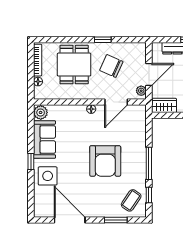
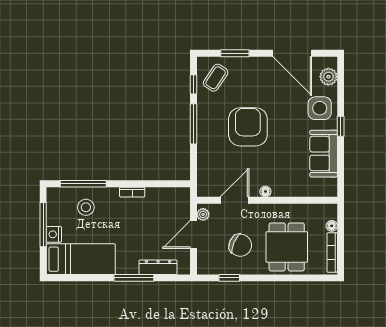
window: (103, 40) -> (229, 278), moved
wardrobe: (164, 105) -> (175, 196), removed
plant: (41, 112) -> (328, 77), moved

